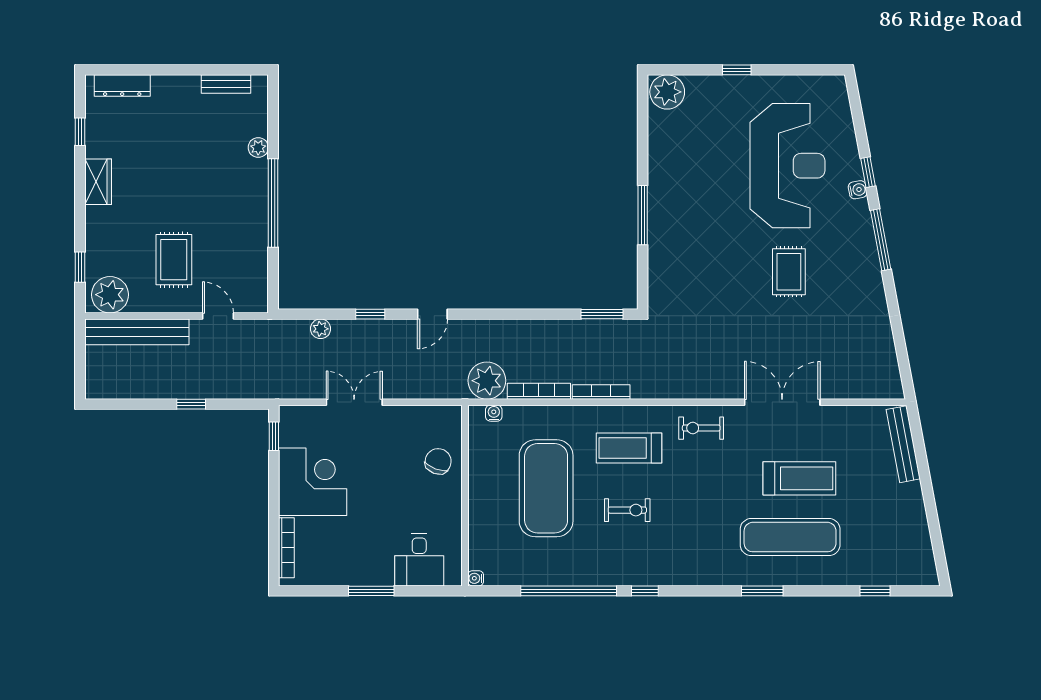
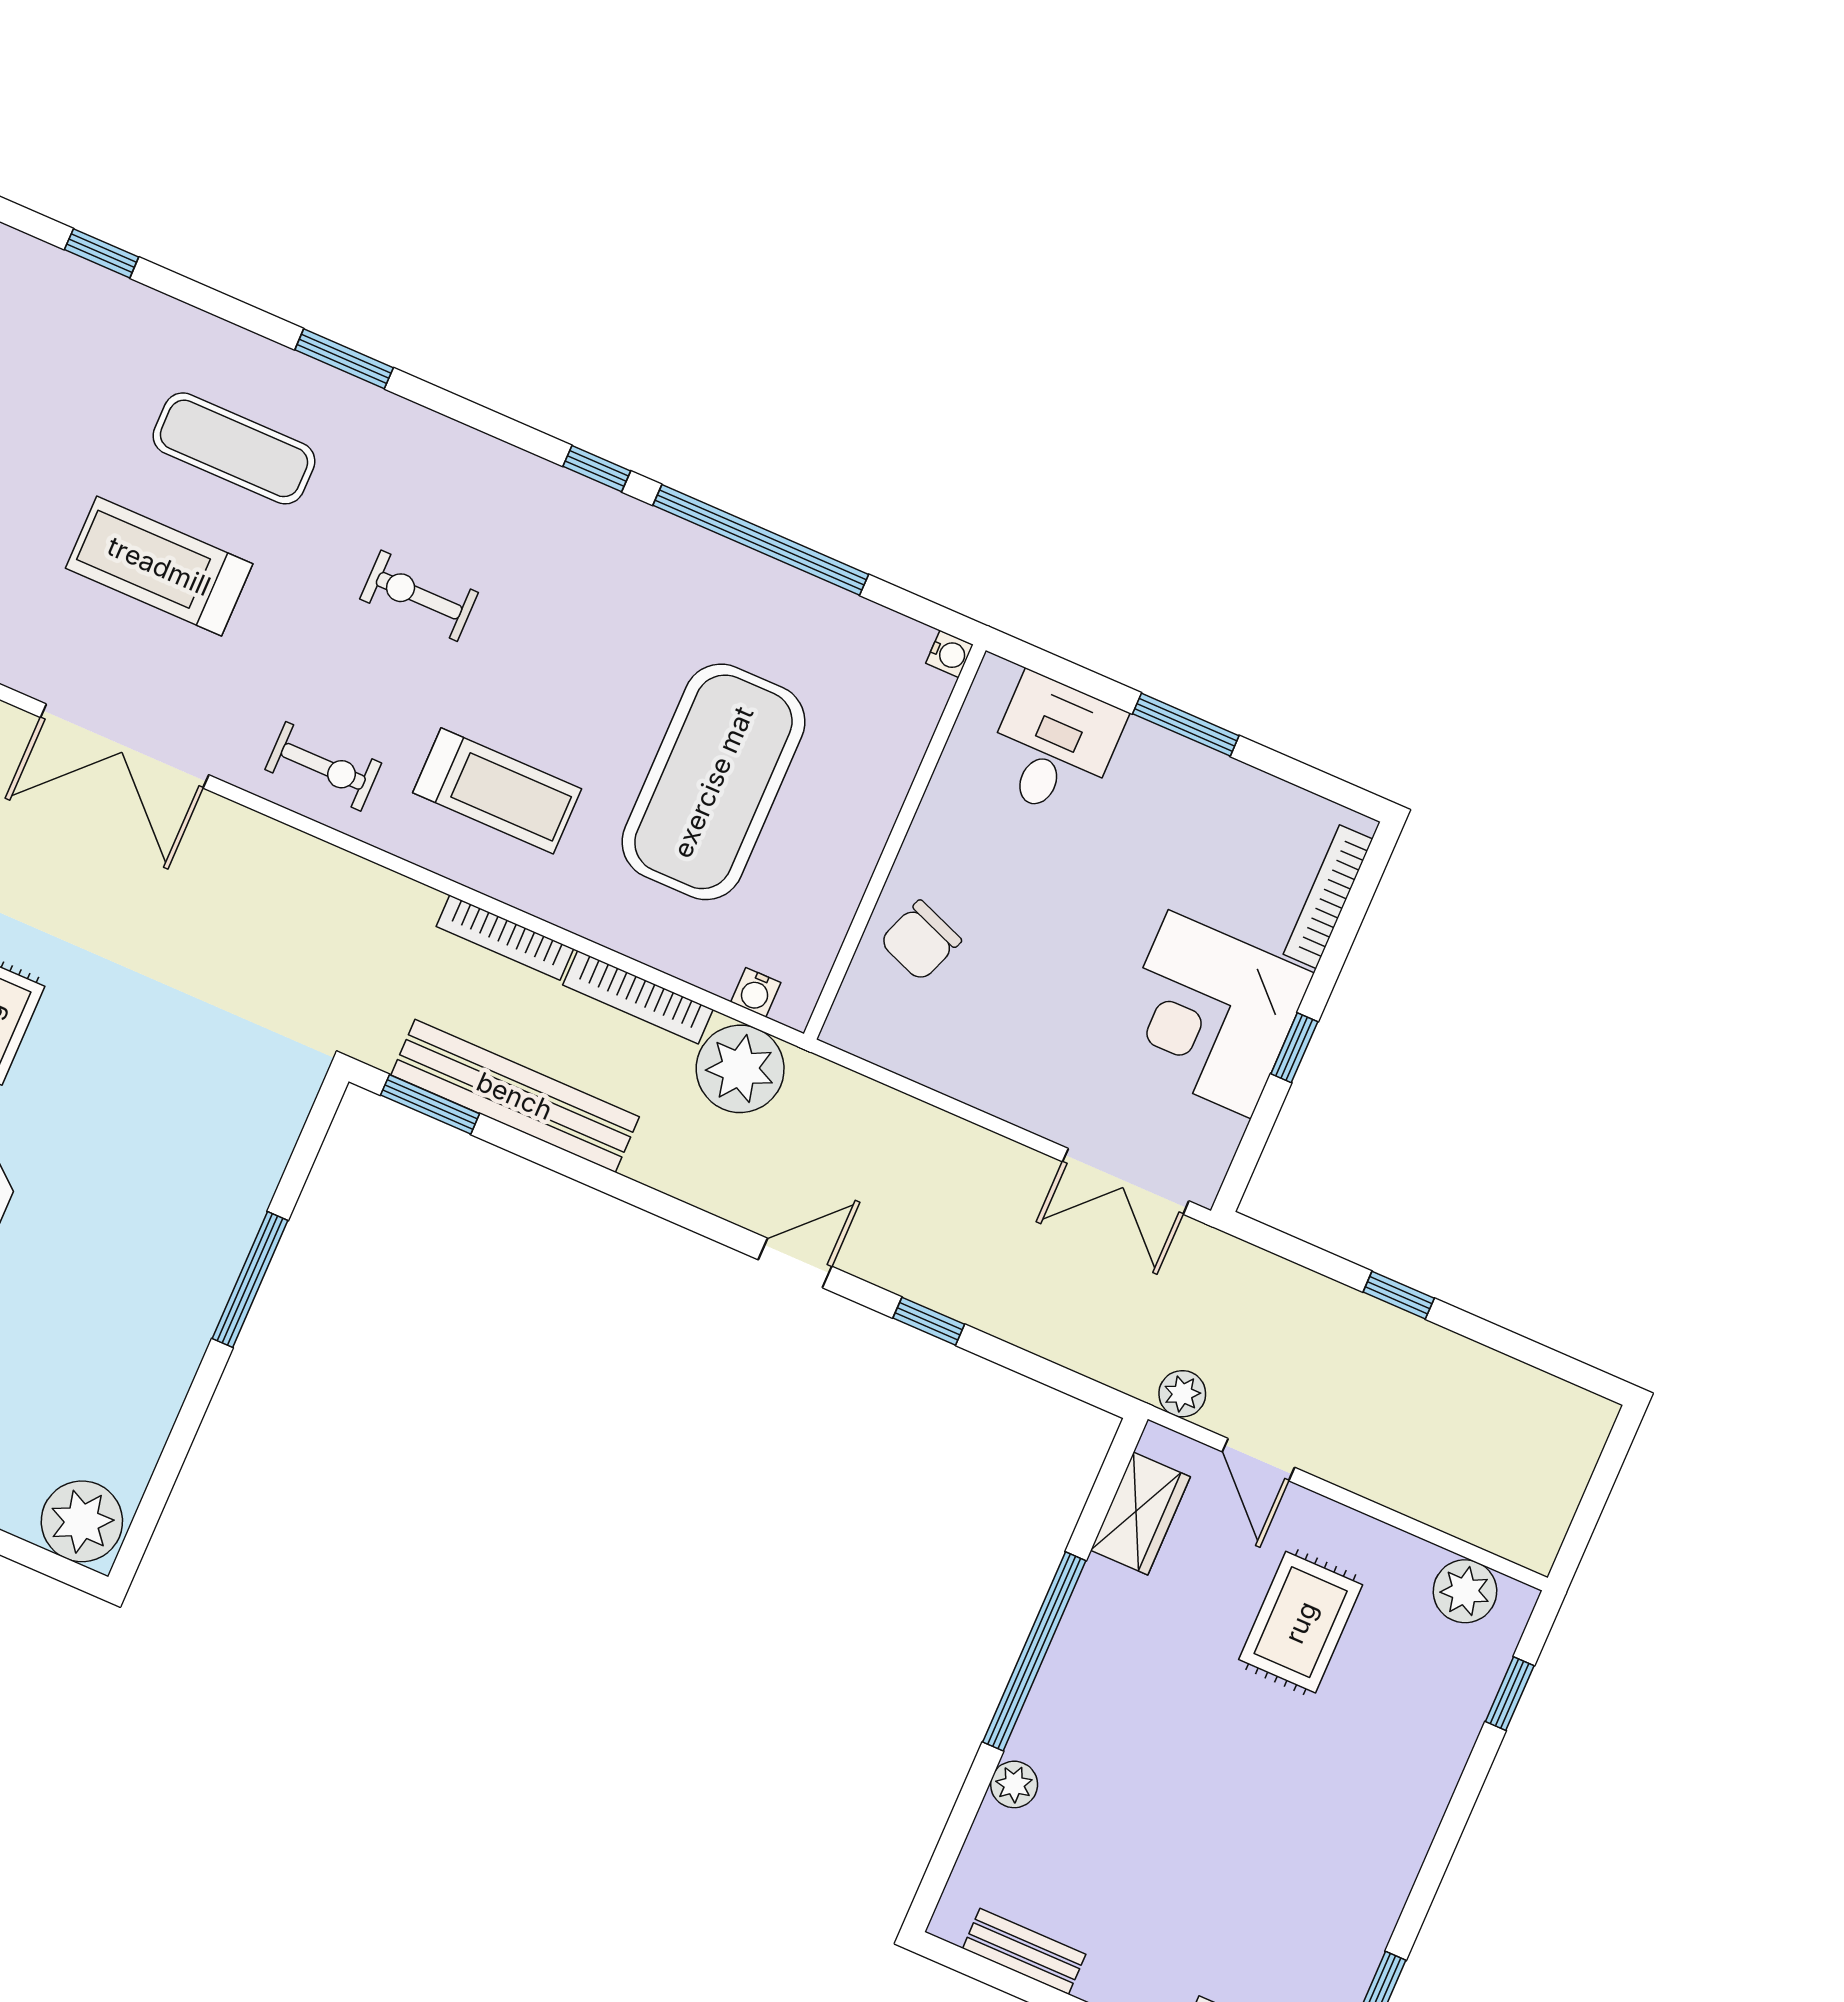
wardrobe: (98, 182) -> (1140, 1513), moved, turned 180
plant: (110, 295) -> (1465, 1591), width x0.73, depth x0.73
plant: (321, 329) -> (1182, 1394), moved
bench: (137, 332) -> (515, 1096), moved
double door: (354, 402) -> (1126, 1181), moved
window: (274, 436) -> (1294, 1048), moved
exercise bike: (627, 510) -> (419, 596), moved
exercise mat: (790, 537) -> (234, 448), width x0.73, depth x0.69

